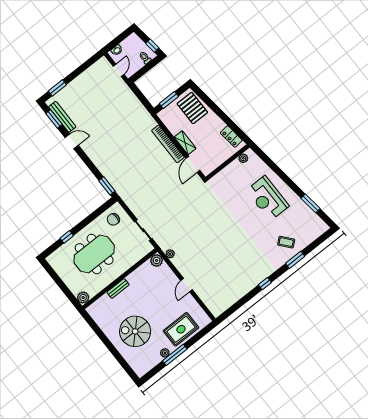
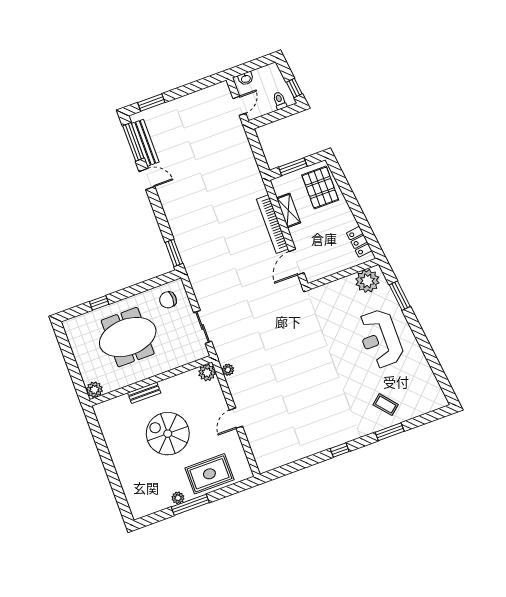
window: (54, 119) -> (133, 142), width x1.44
shelving: (185, 143) -> (288, 210), moved
plant: (243, 158) -> (367, 281), width x1.87, depth x1.87
window: (311, 203) -> (400, 296), moved
spiral stairs: (135, 331) -> (168, 434), moved

